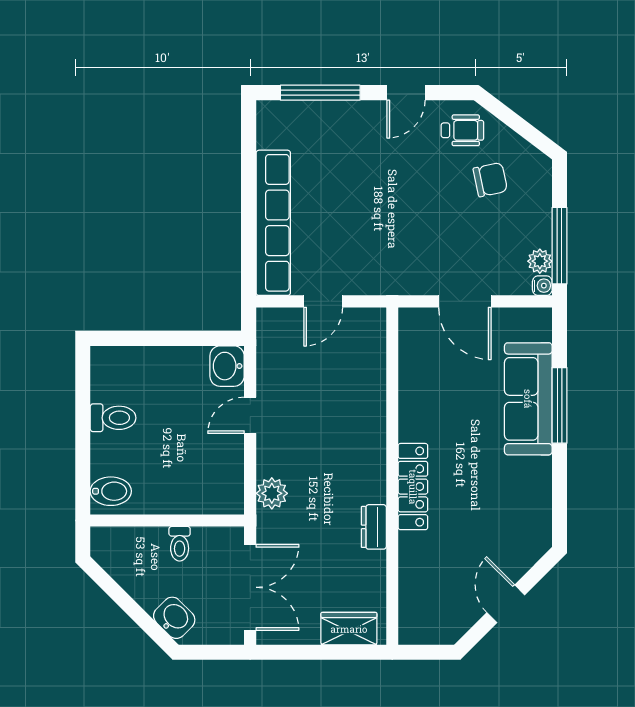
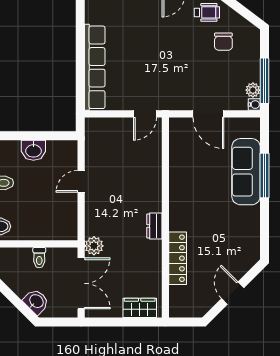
chair: (490, 180) -> (223, 42), turned 102
door: (323, 301) -> (145, 114), moved
washbasin: (227, 366) -> (33, 150), moved, turned -90
locker: (413, 487) -> (178, 258), moved
plant: (272, 493) -> (94, 246), moved
dresser: (374, 527) -> (154, 226), moved

